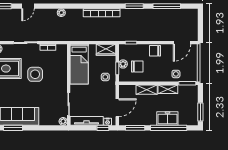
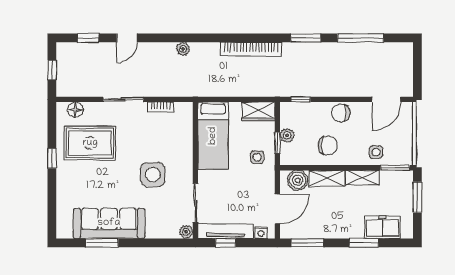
chair: (137, 67) -> (328, 145), moved
side table: (35, 74) -> (153, 175), moved
boiler: (129, 91) -> (298, 180), added
window: (200, 112) -> (417, 197), moved
freezer: (167, 119) -> (382, 227), moved
window: (103, 128) -> (226, 243), moved
window: (169, 128) -> (364, 243), width x0.47

